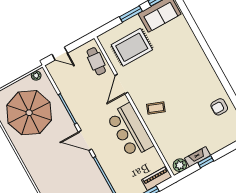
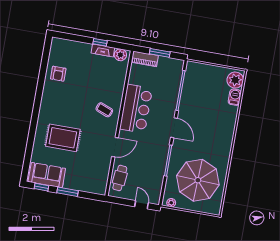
rug: (132, 47) -> (63, 138), moved
armchair: (219, 107) -> (58, 74), turned 90

